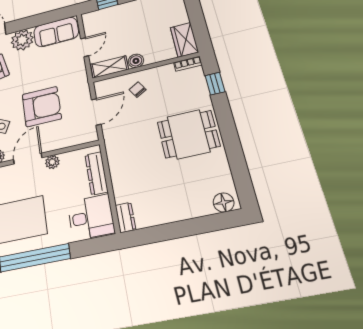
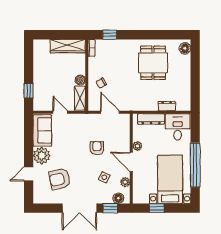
wardrobe: (184, 40) -> (68, 46), width x1.50
armchair: (42, 107) -> (97, 148), width x0.53, depth x0.53
dining table: (188, 134) -> (153, 63), moved
dresser: (125, 217) -> (167, 106), moved

